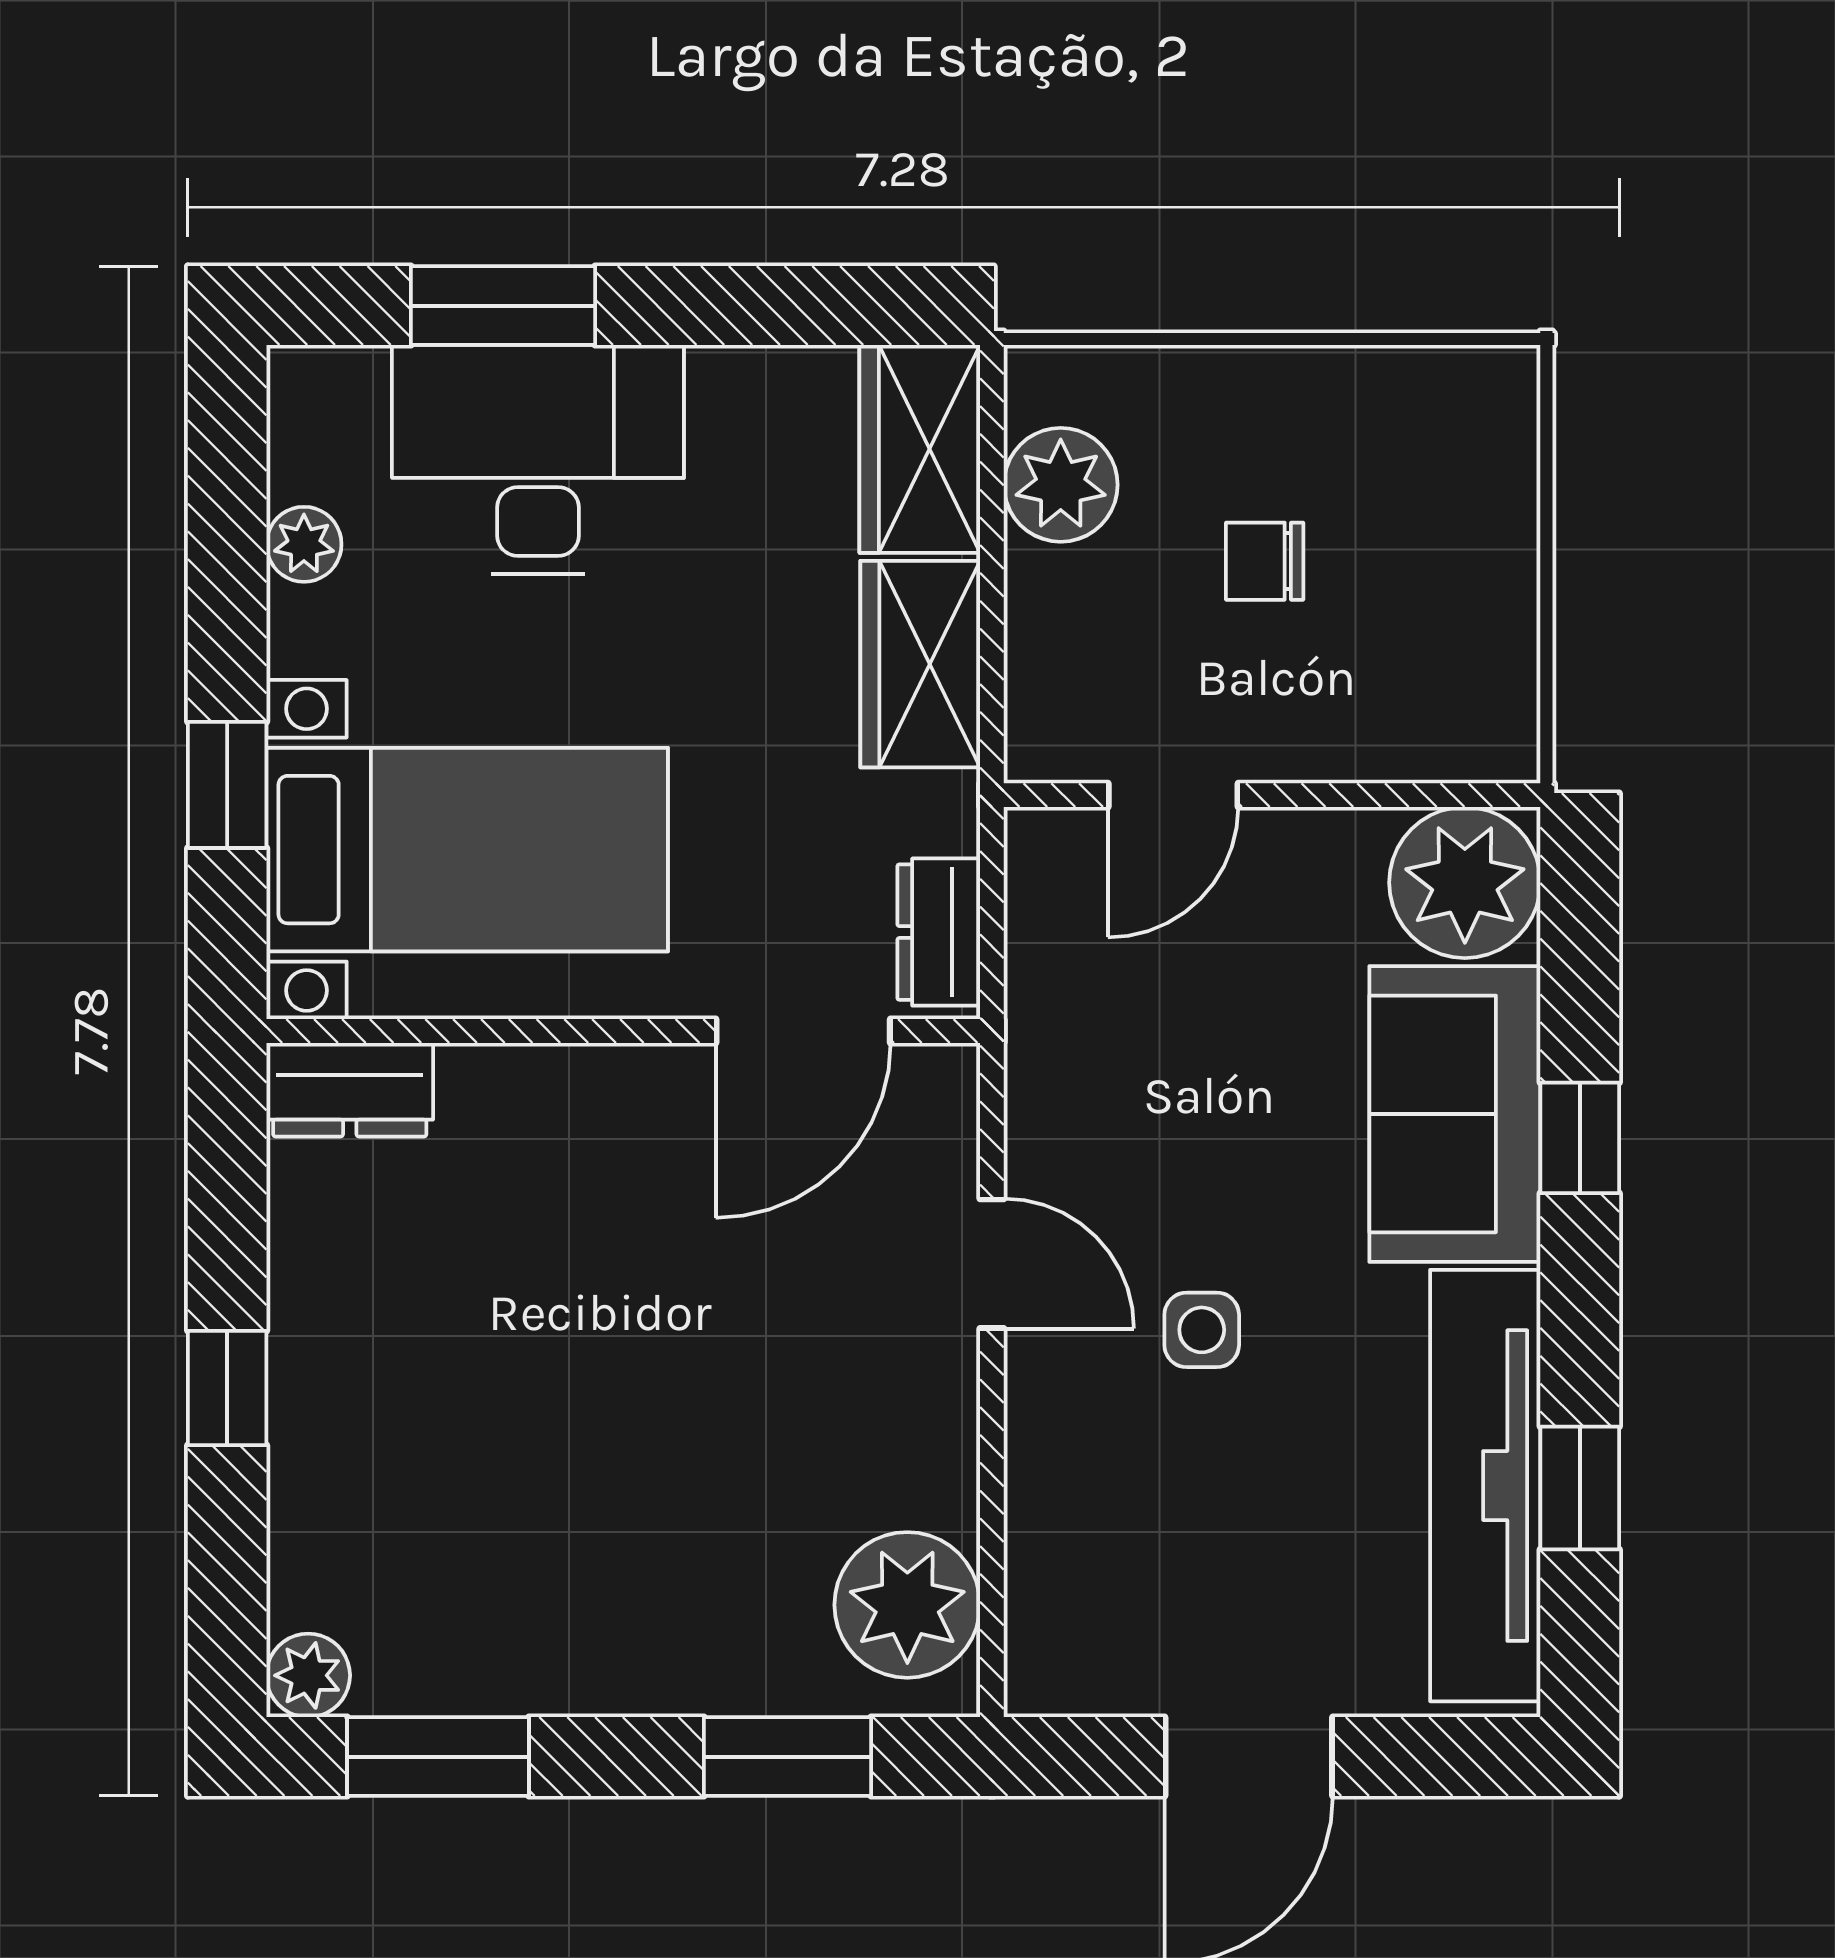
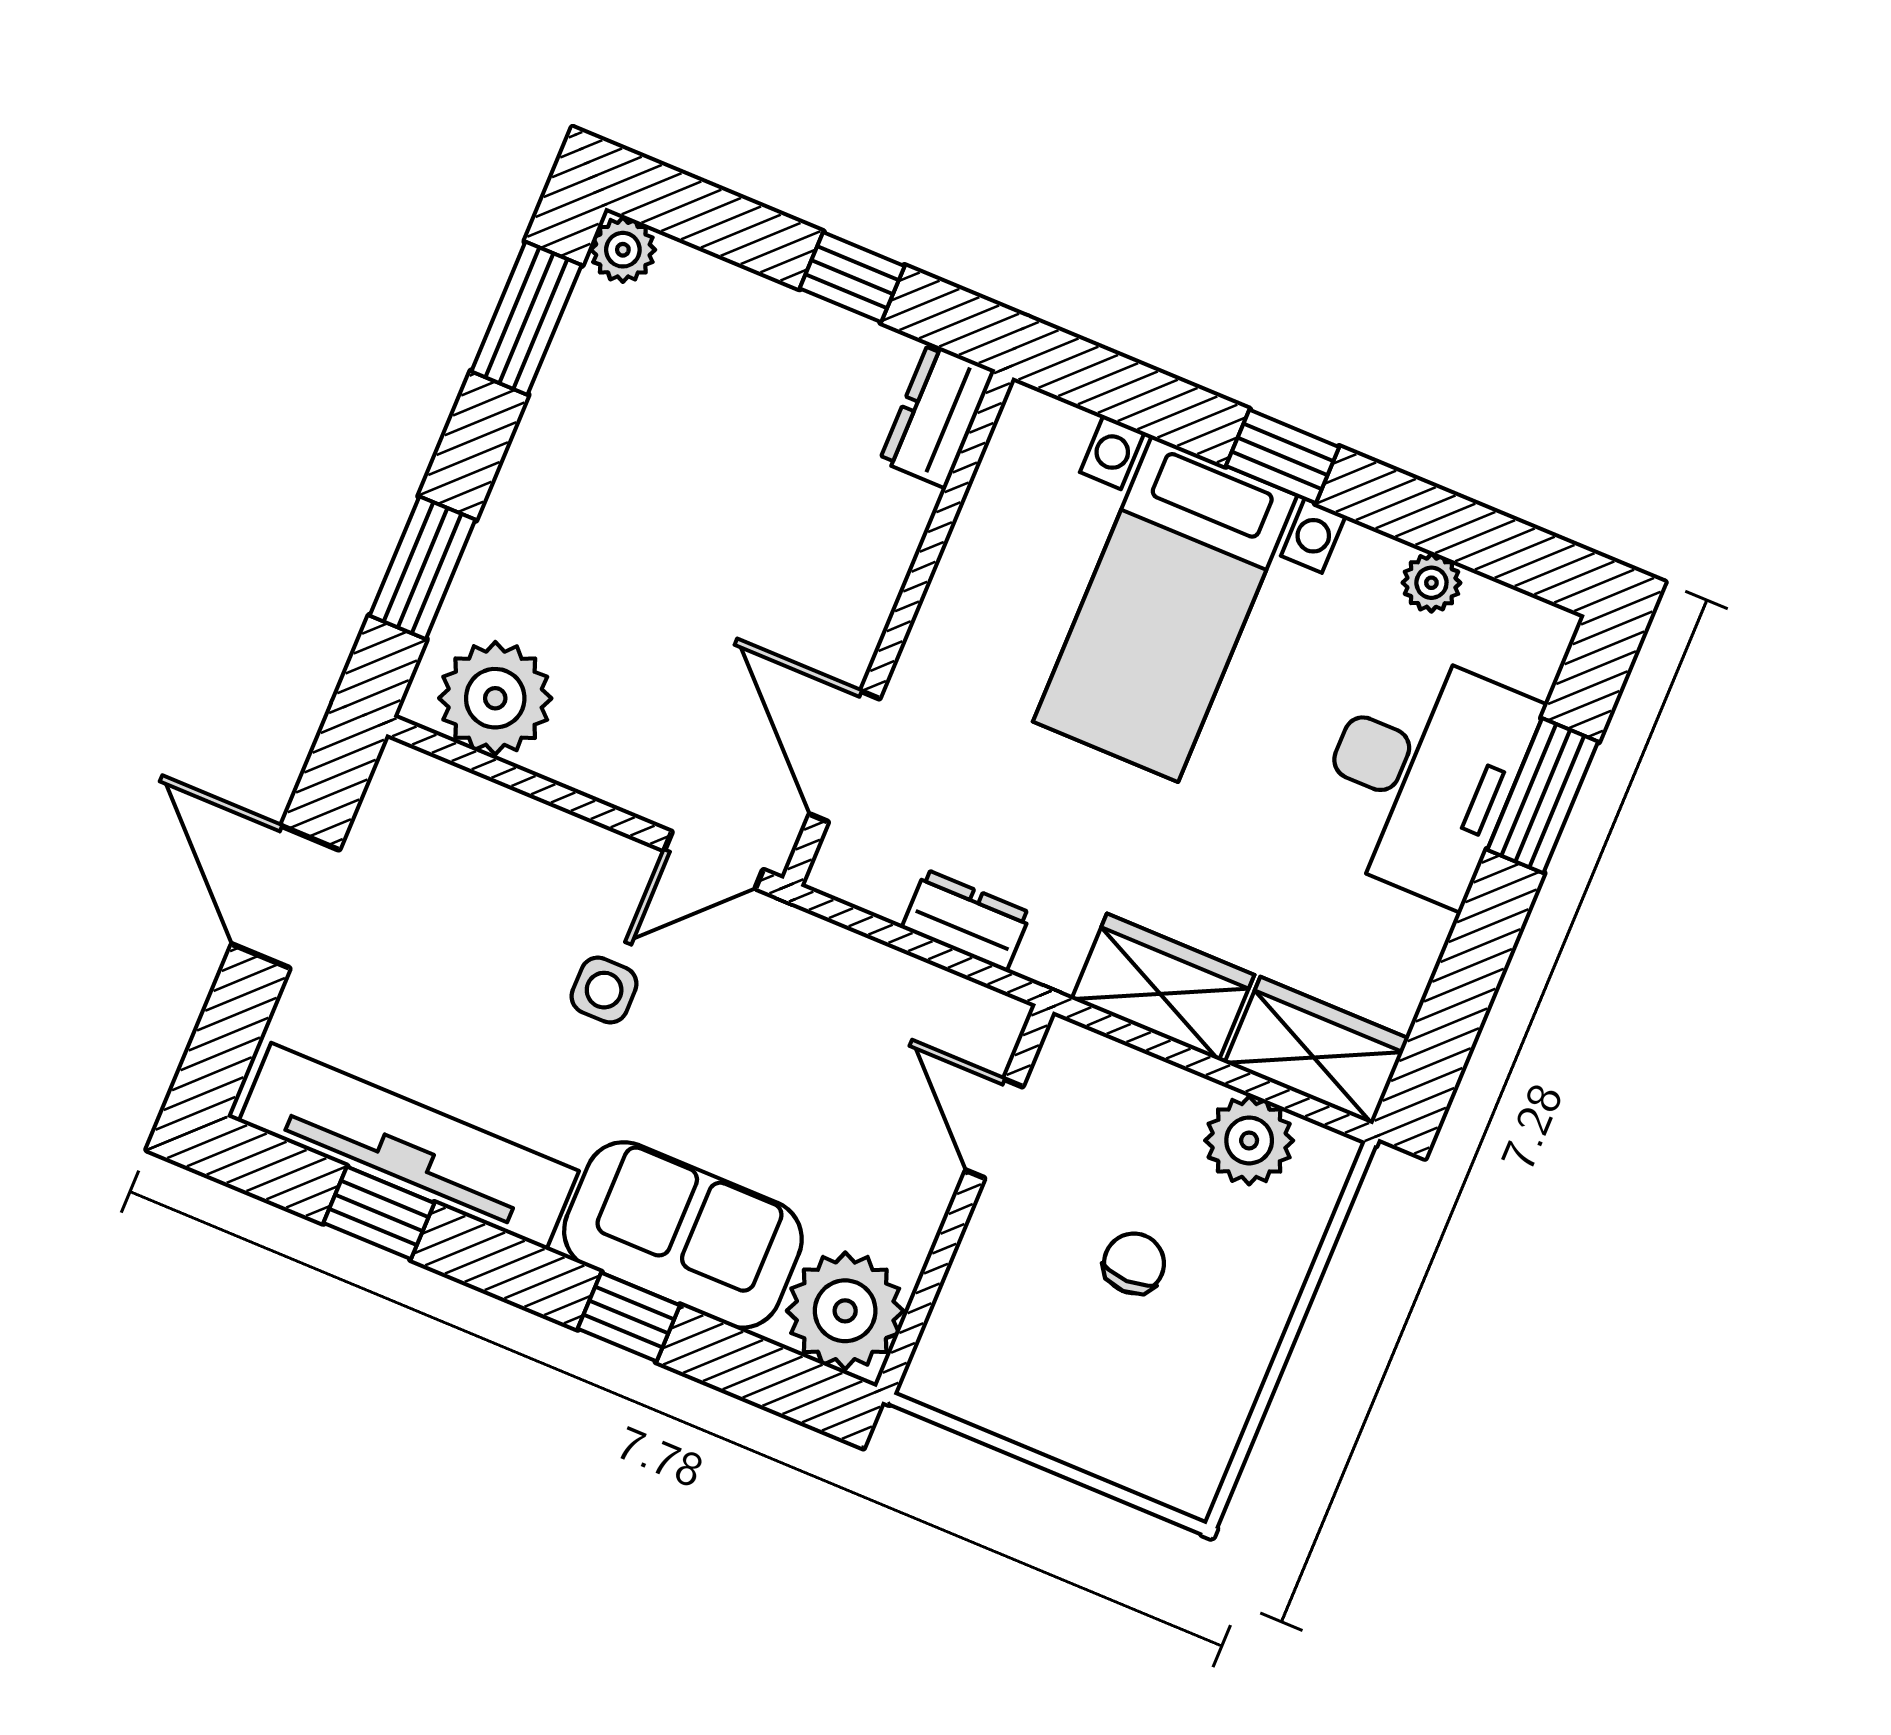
wall: (623, 1031) -> (898, 628), moved
door: (803, 1031) -> (845, 756), moved
dresser: (350, 1090) -> (937, 415), moved

